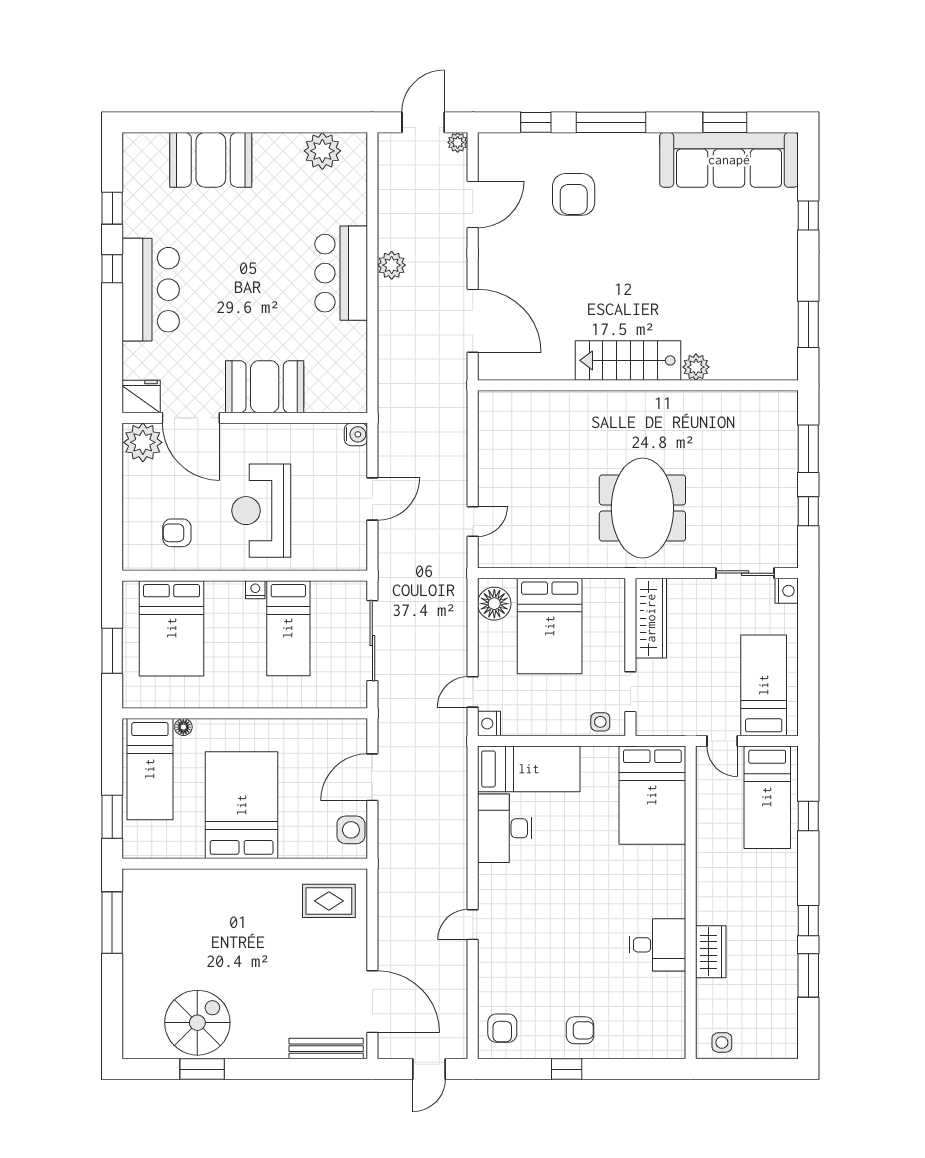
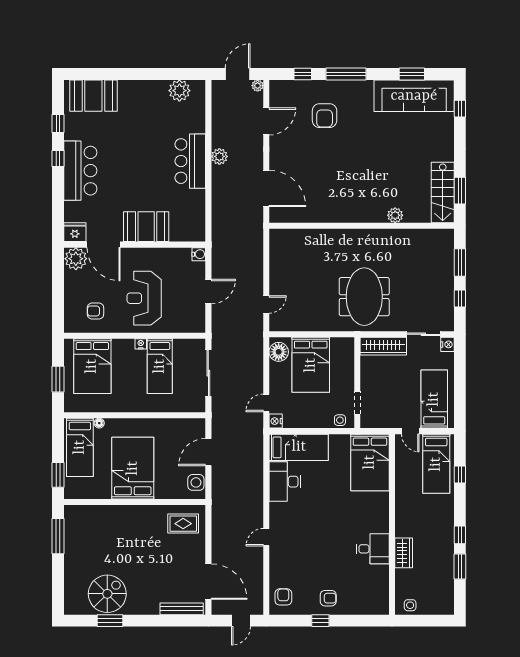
booth: (211, 160) -> (93, 96), moved
window: (808, 216) -> (460, 109), moved
stairs: (628, 360) -> (443, 193), moved, turned -90
wardrobe: (651, 618) -> (383, 346), moved, turned 90
armchair: (502, 1028) -> (283, 597), turned 180

